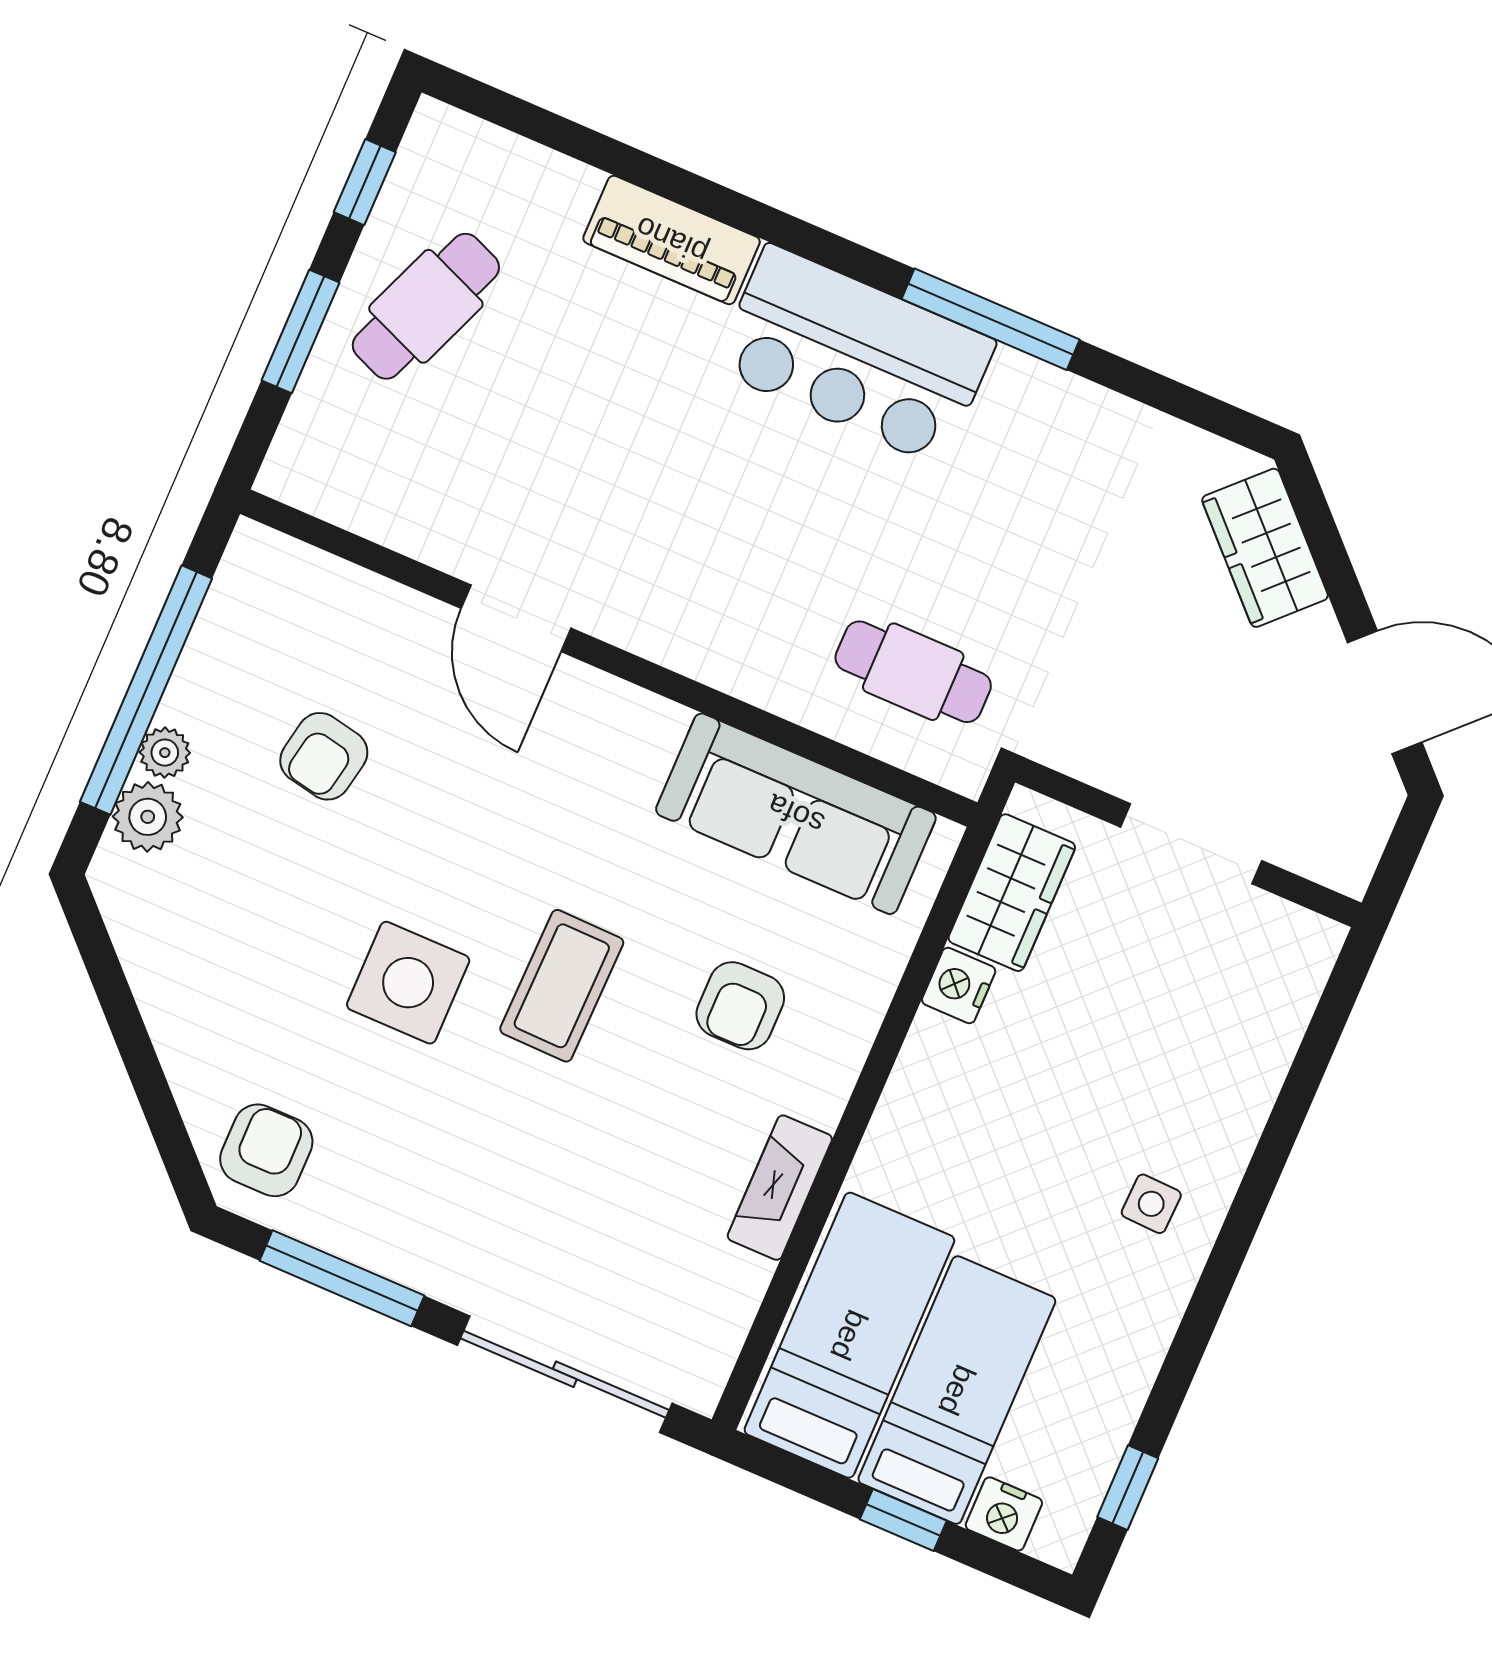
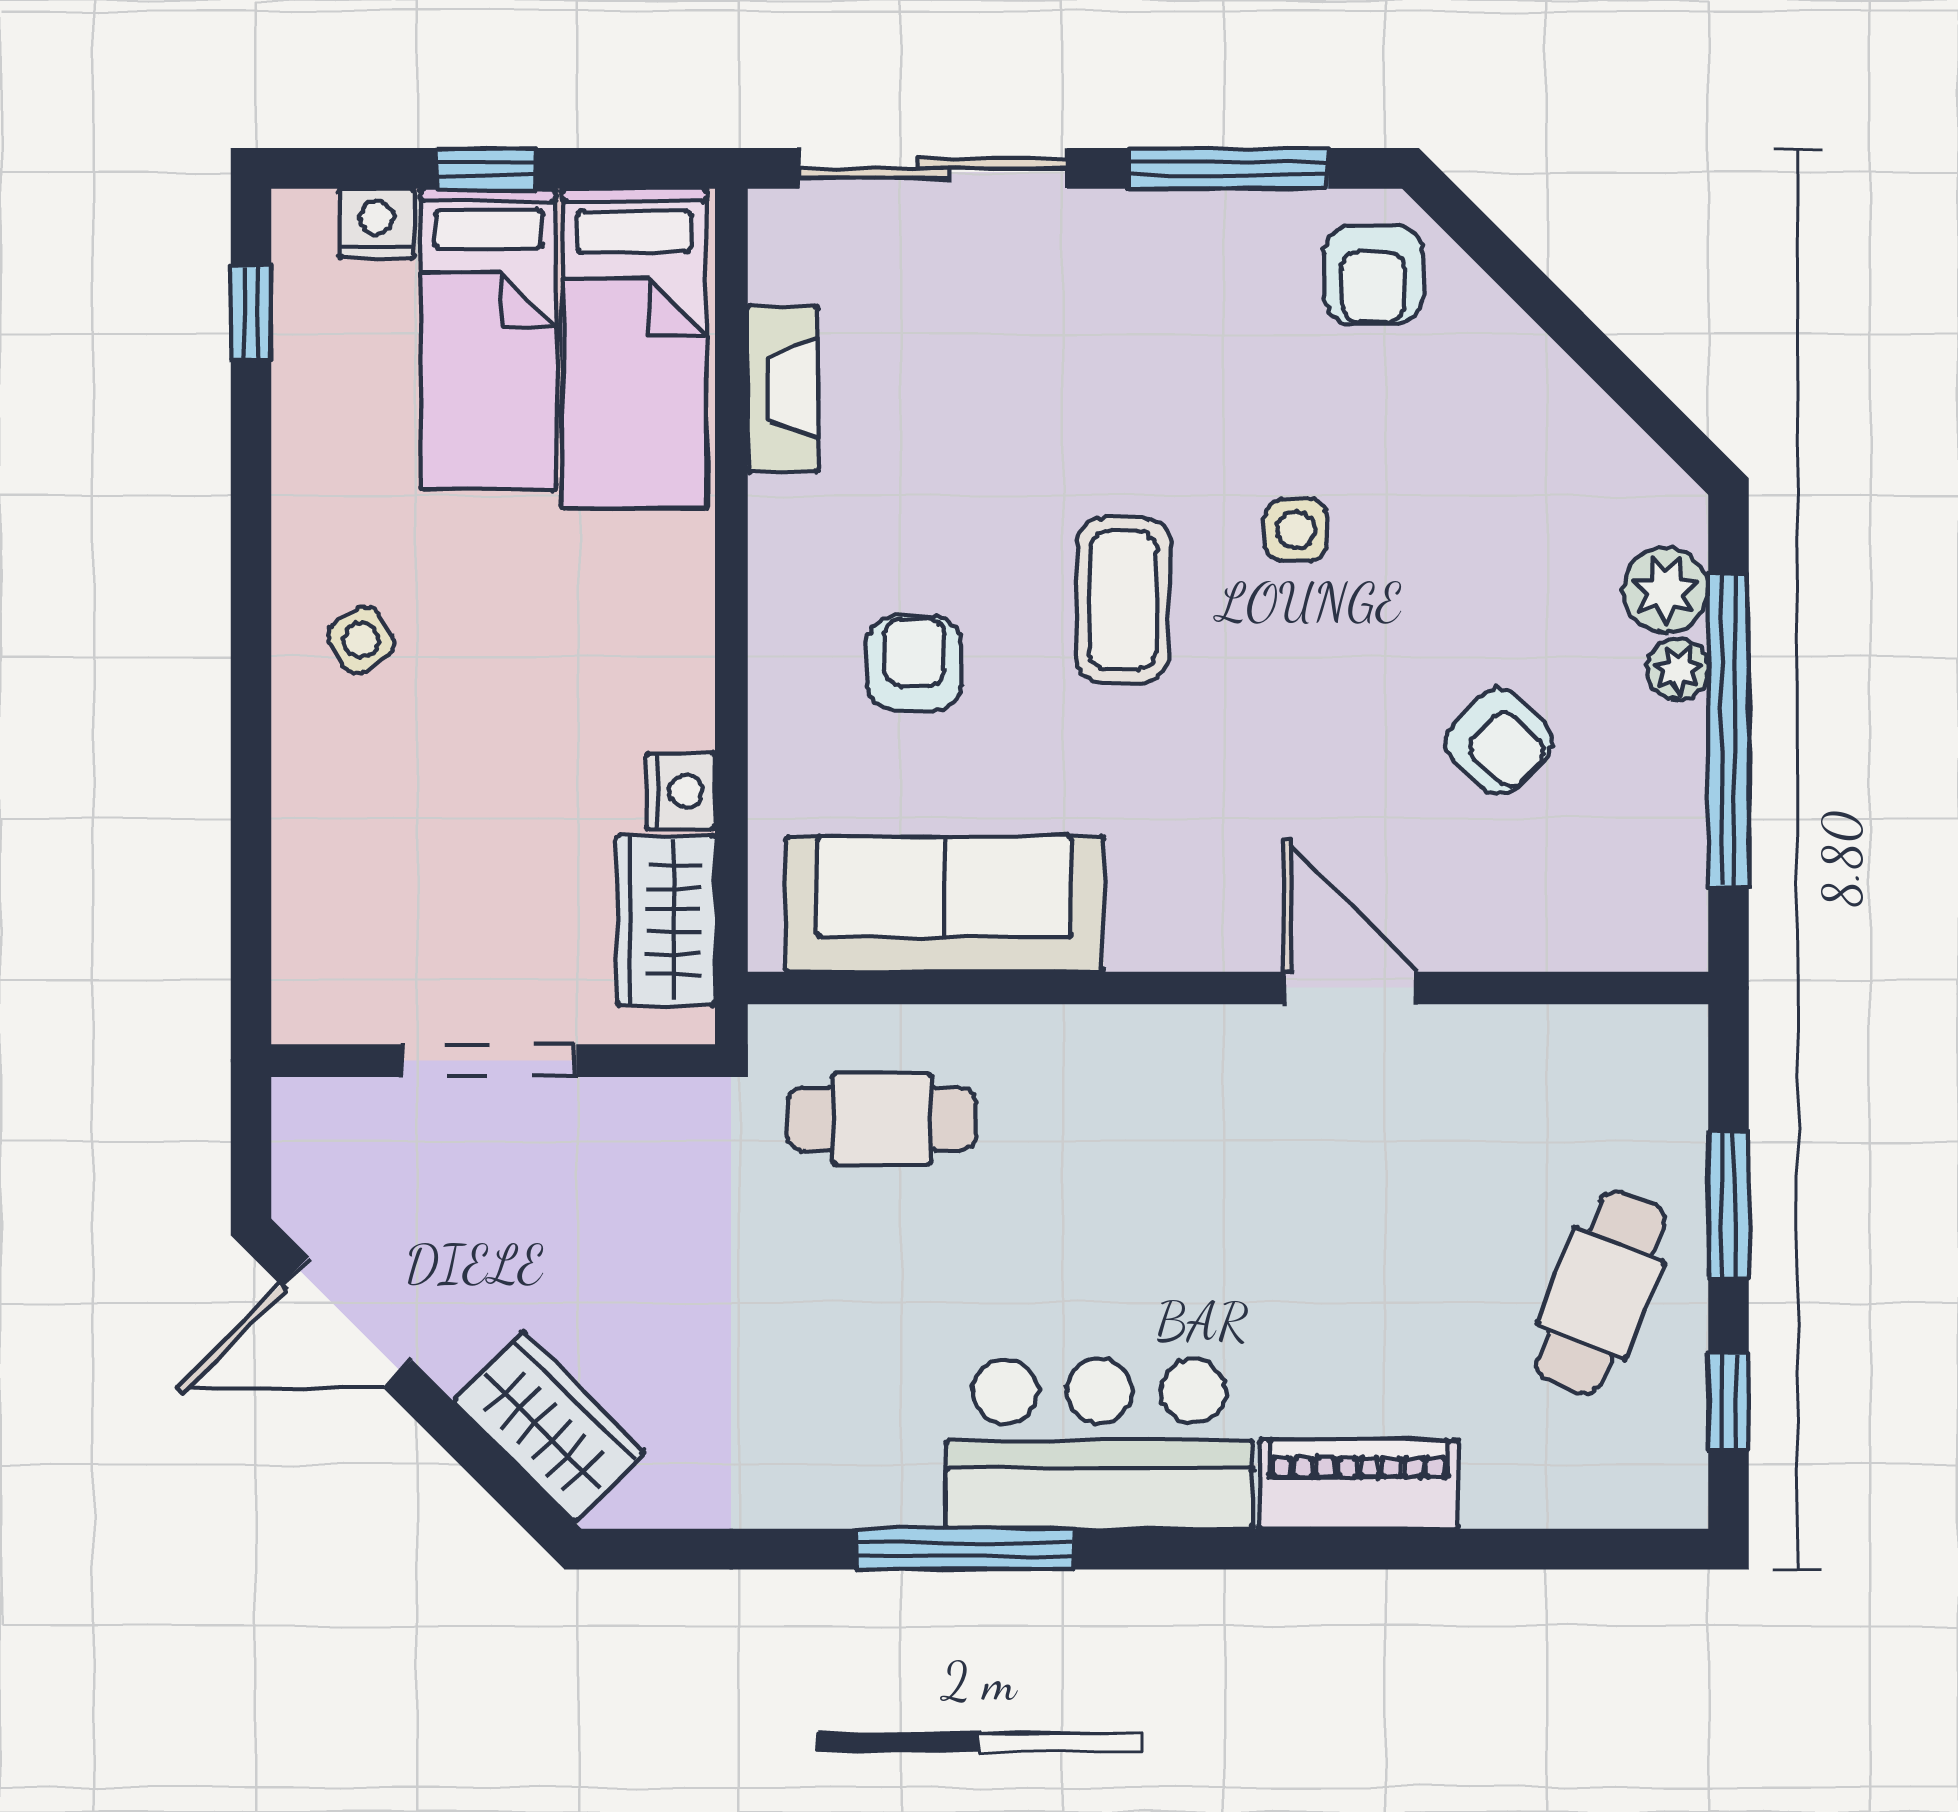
armchair: (324, 756) -> (1499, 742), turned 123
side table: (408, 983) -> (1296, 530), width x0.54, depth x0.54
fireplace: (780, 1188) -> (783, 389), moved
side table: (1151, 1204) -> (361, 640), turned -33

